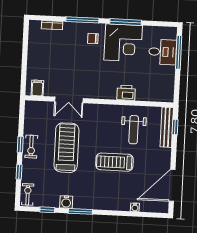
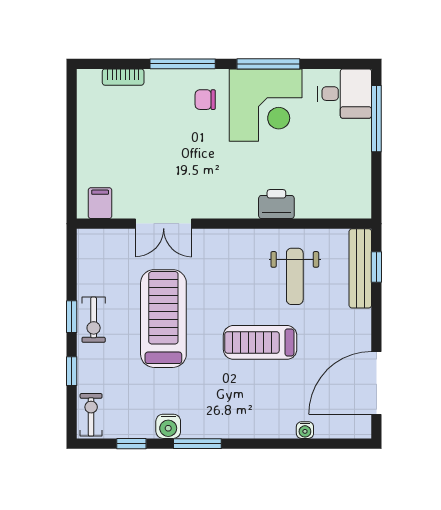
desk: (163, 52) -> (345, 94), moved

